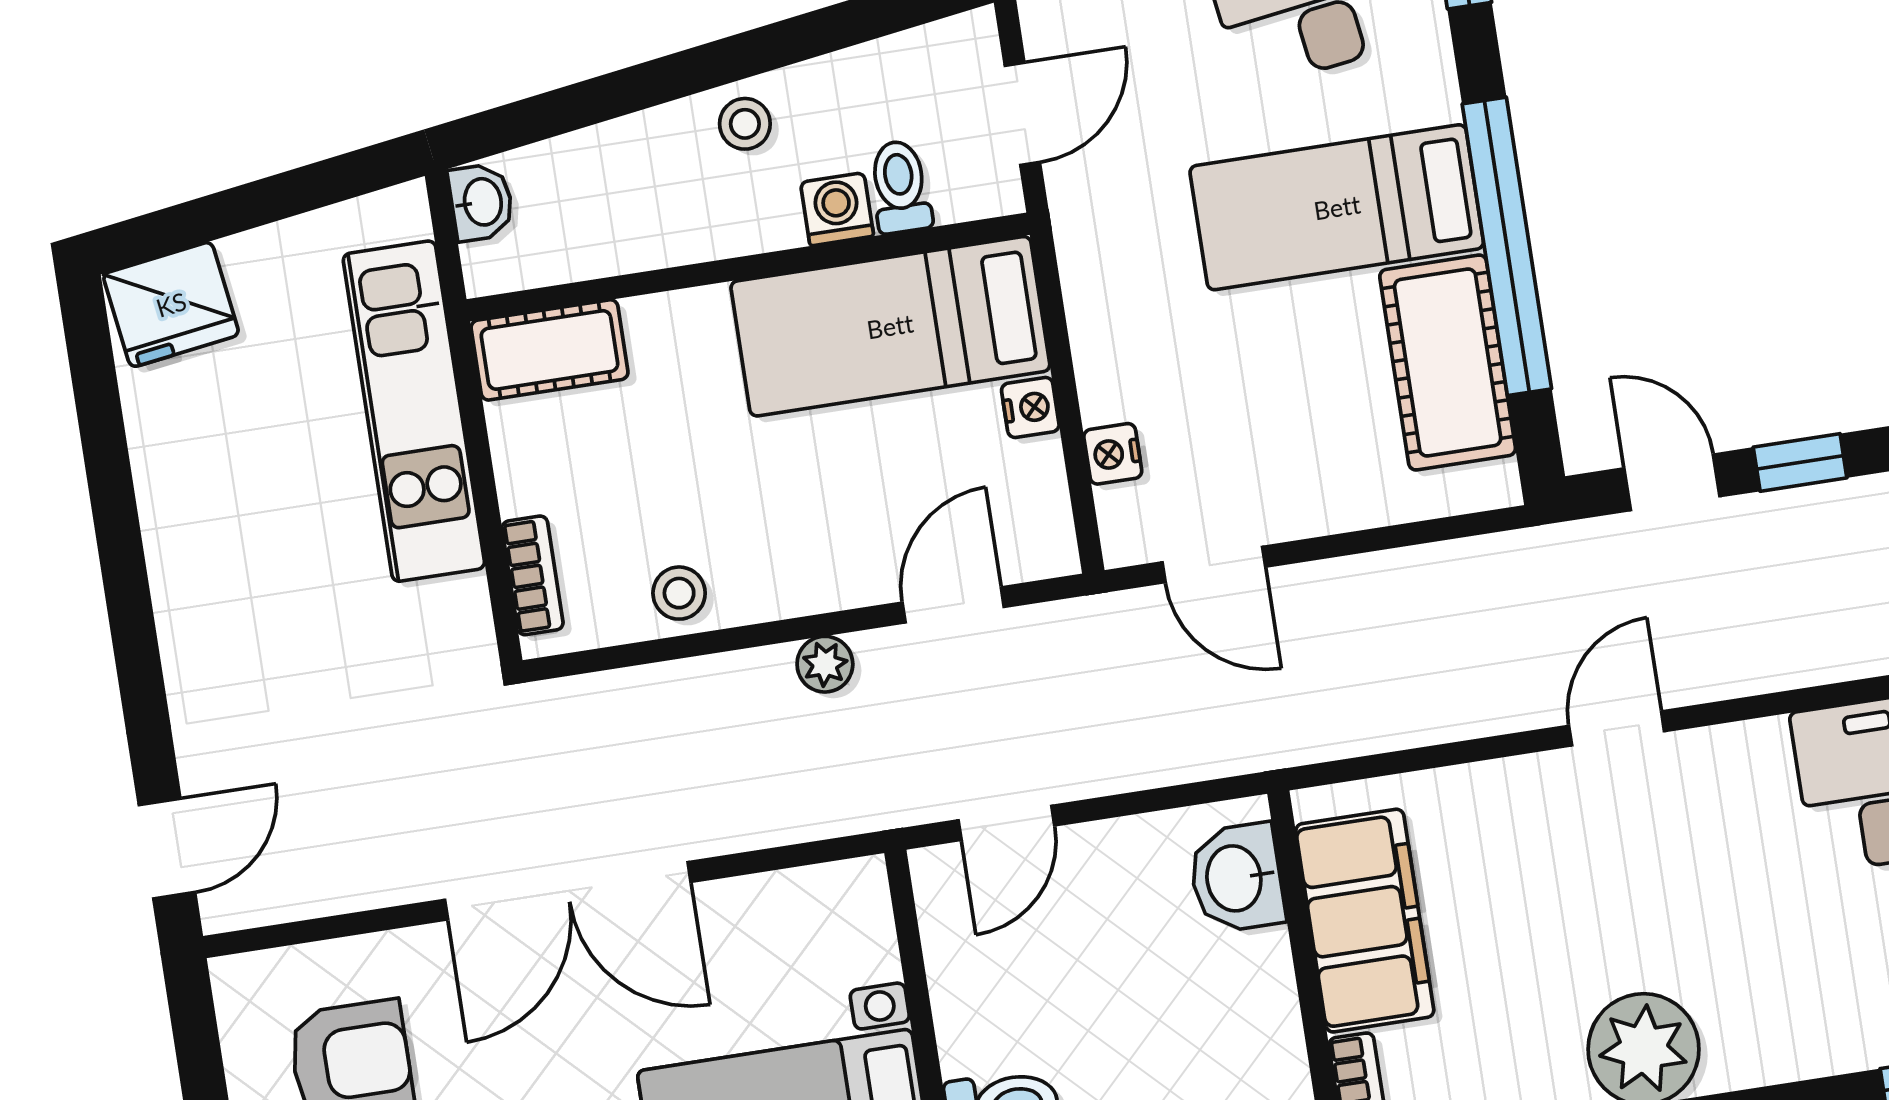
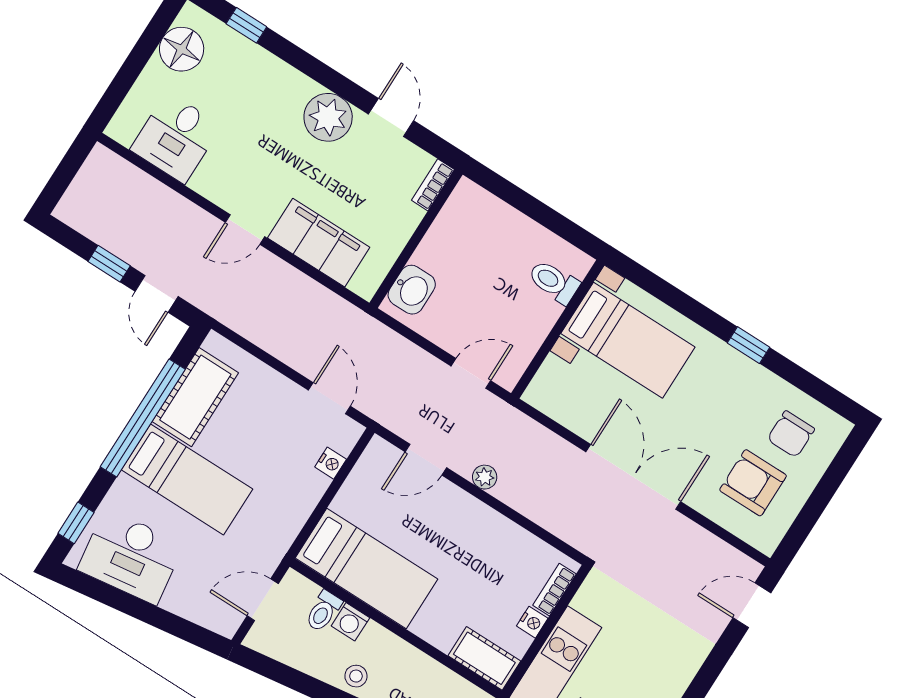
nightstand: (1030, 408) -> (532, 622), moved, turned 180
stool: (679, 593) -> (512, 542), removed
filing cabinet: (1365, 921) -> (319, 243), moved, turned 90

